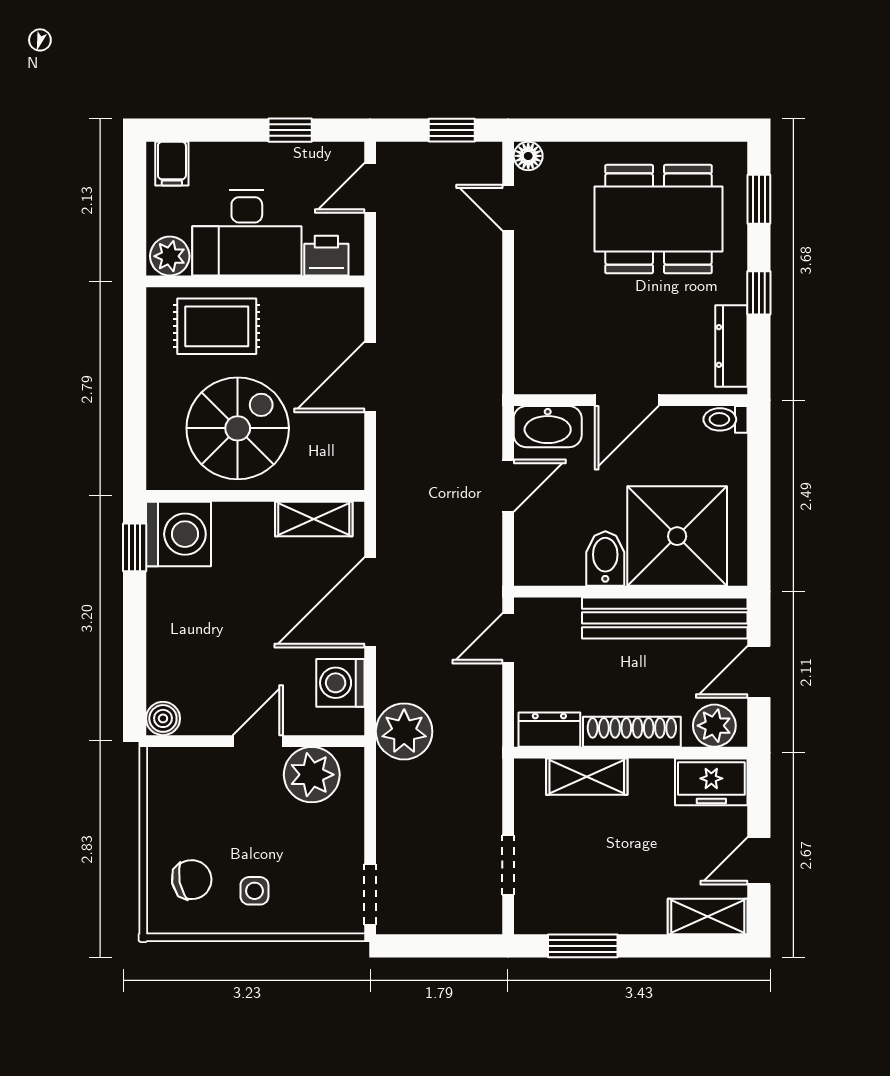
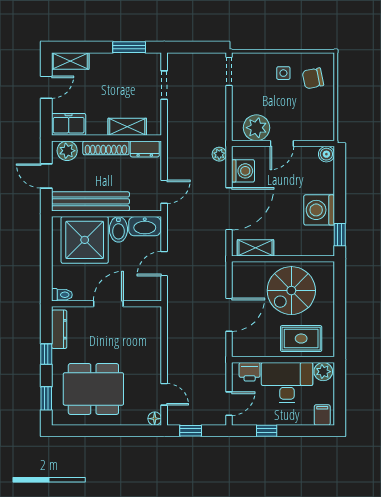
washbasin: (548, 427) -> (145, 226), moved, turned 180
washing machine: (178, 534) -> (319, 210), moved
door: (759, 672) -> (46, 176), swing flipped
plant: (404, 731) -> (219, 154), width x0.53, depth x0.53

